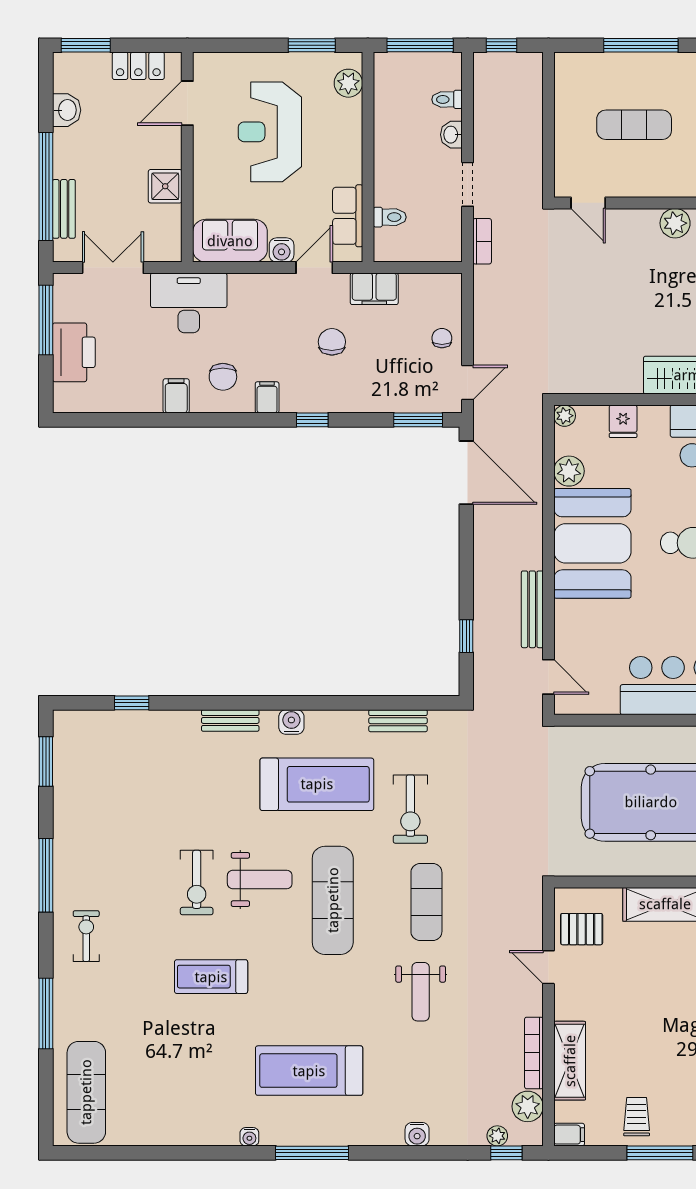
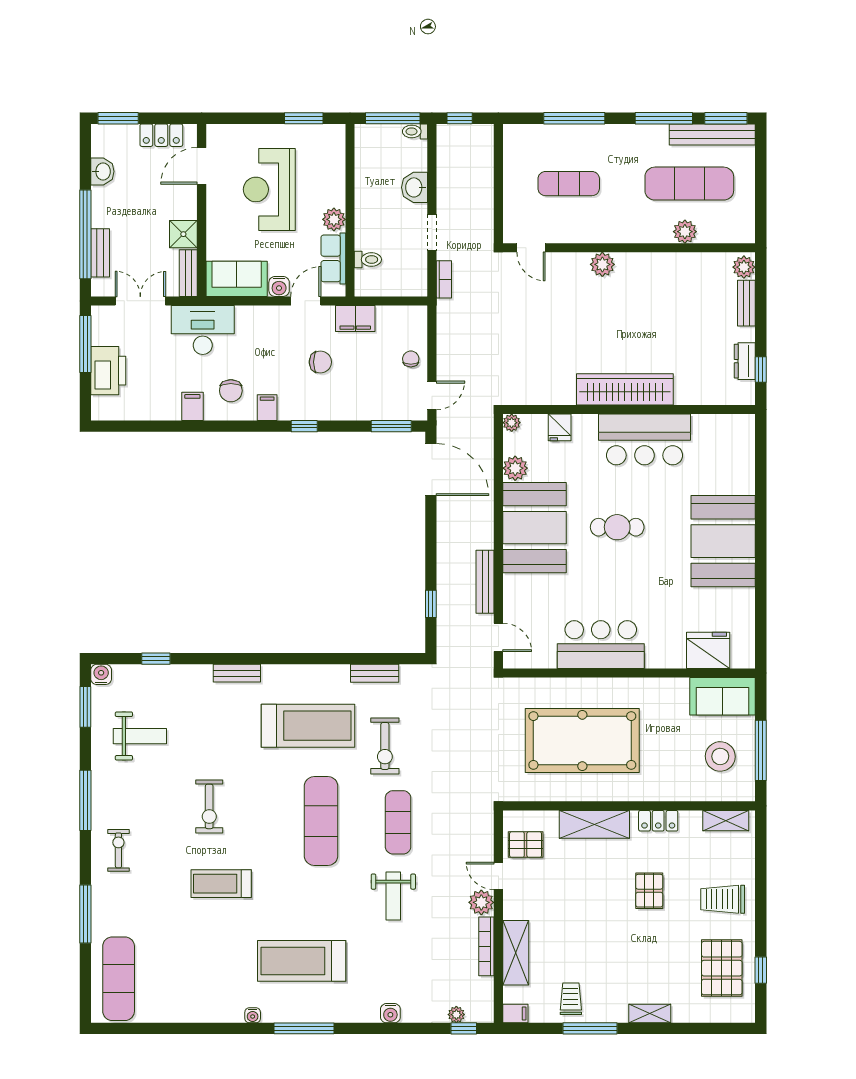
plant: (348, 83) -> (334, 219), moved
toilet: (447, 99) -> (415, 131), moved
washbasin: (451, 135) -> (415, 187), width x1.38, depth x1.45
bench: (171, 234) -> (188, 273), added
chair: (332, 342) -> (320, 362), turned 90
water cooler: (291, 722) -> (101, 674), moved
weight bench: (260, 879) -> (140, 736), moved
plant: (528, 1106) -> (481, 902), moved

